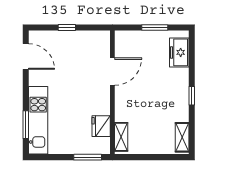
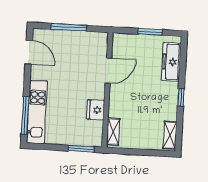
window: (67, 27) -> (68, 27), width x2.17
freezer: (179, 52) -> (171, 62), width x1.40
window: (26, 125) -> (25, 115), width x1.44
fridge: (101, 126) -> (96, 110), moved

